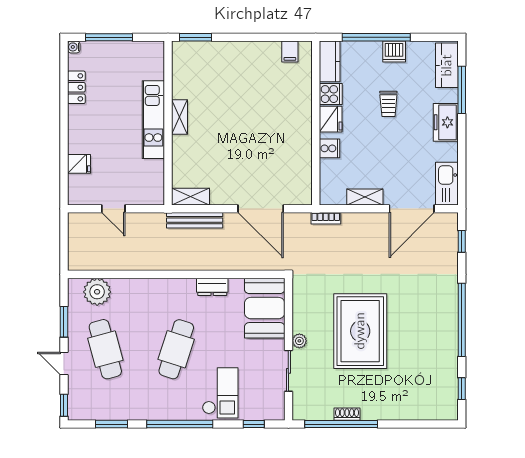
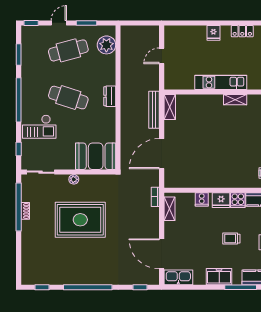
shelving: (180, 117) -> (235, 100), moved
fridge: (79, 164) -> (213, 33), moved
shelving: (365, 197) -> (169, 209), moved
dresser: (212, 287) -> (110, 96), moved
sliding door: (288, 371) -> (41, 172), moved

